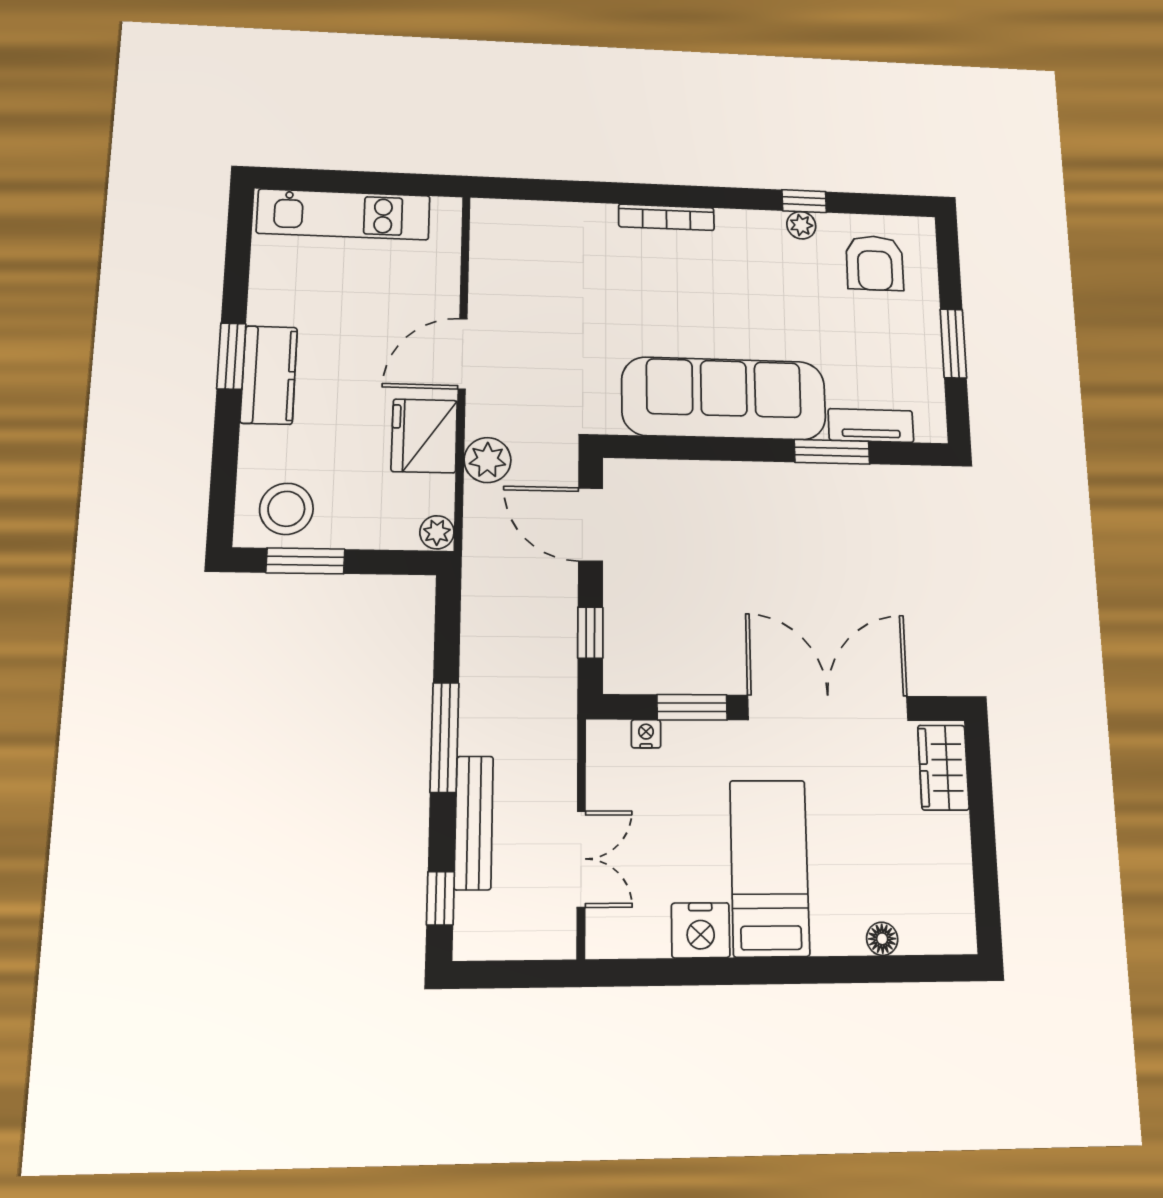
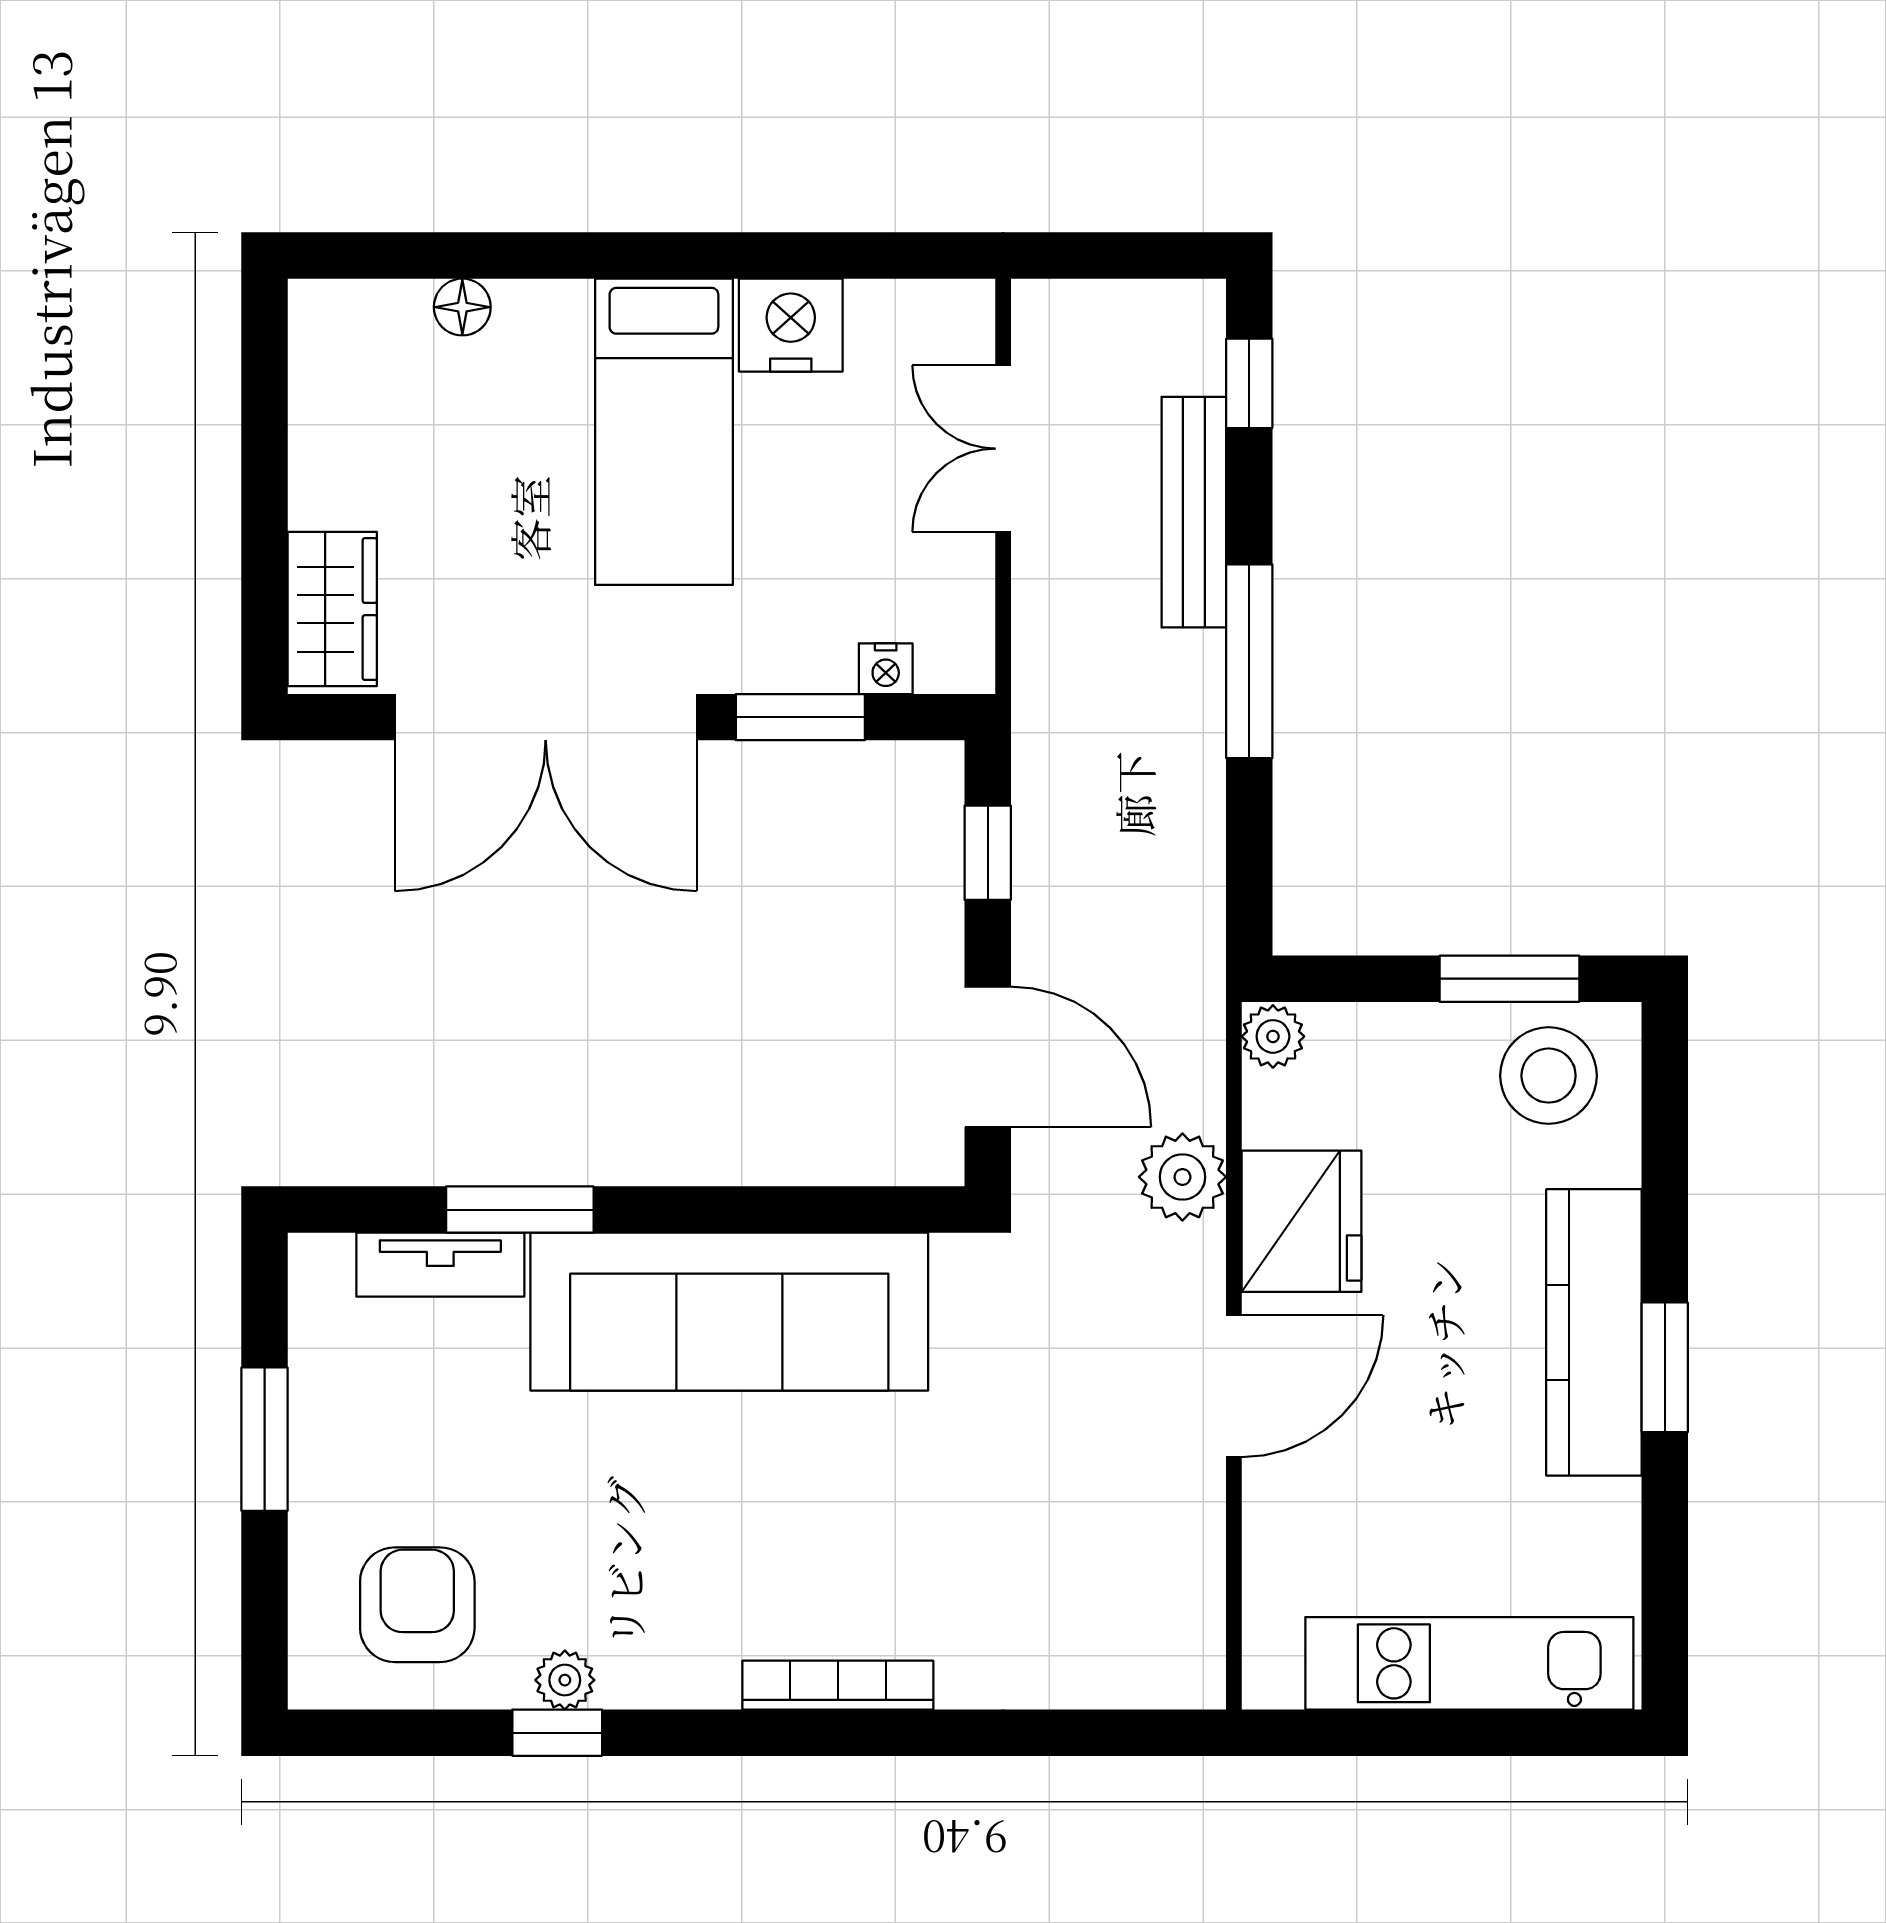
kitchen counter: (269, 375) -> (1594, 1332), width x1.50

